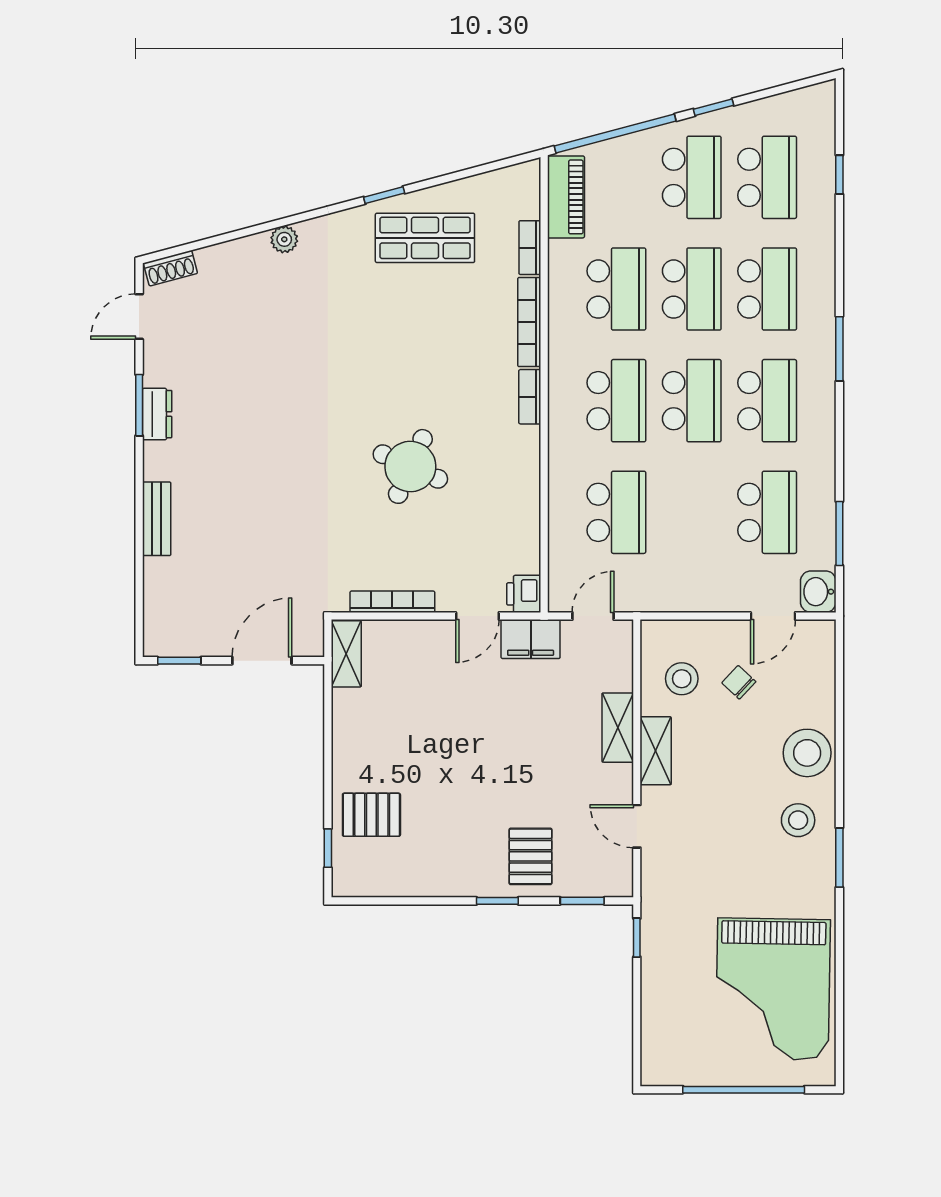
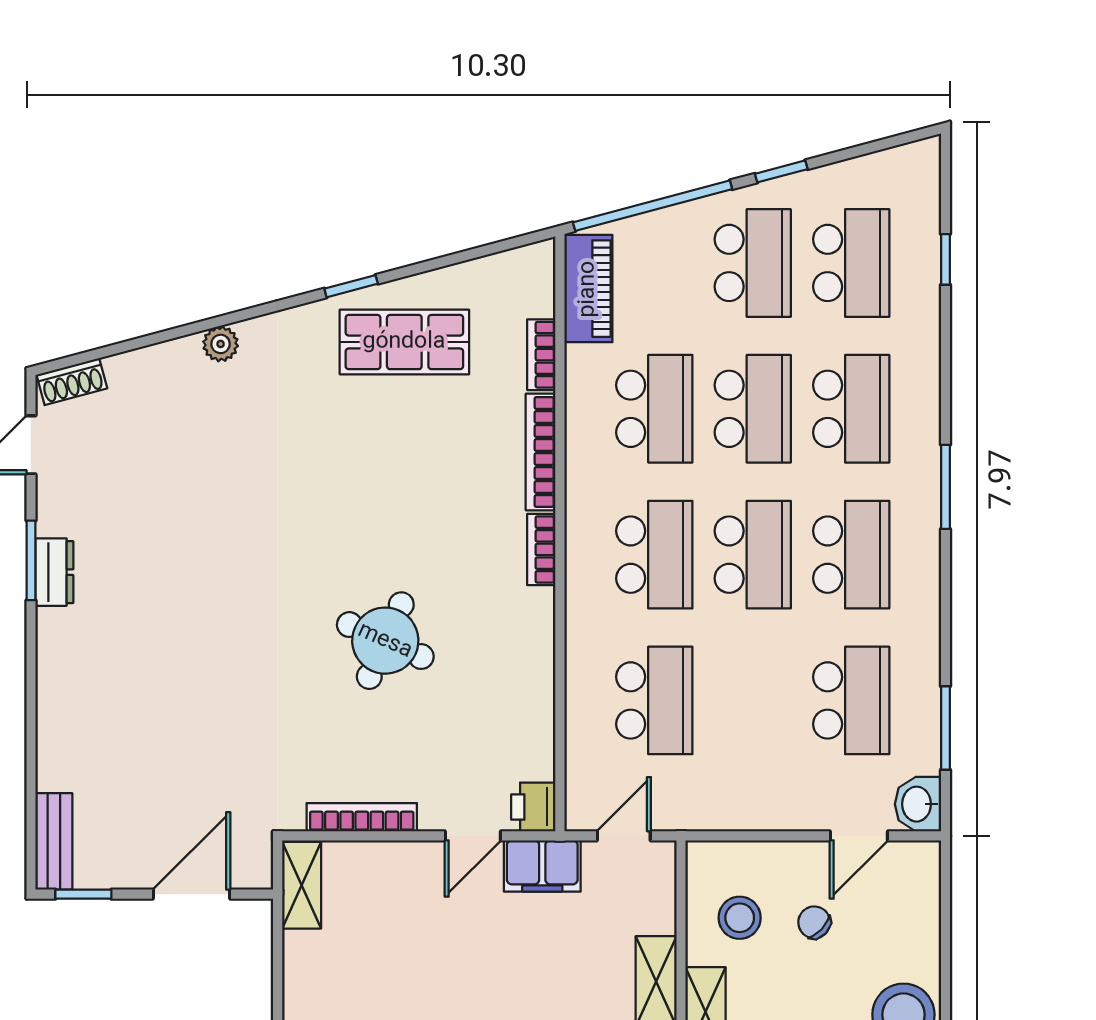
bench: (157, 519) -> (54, 841), moved

